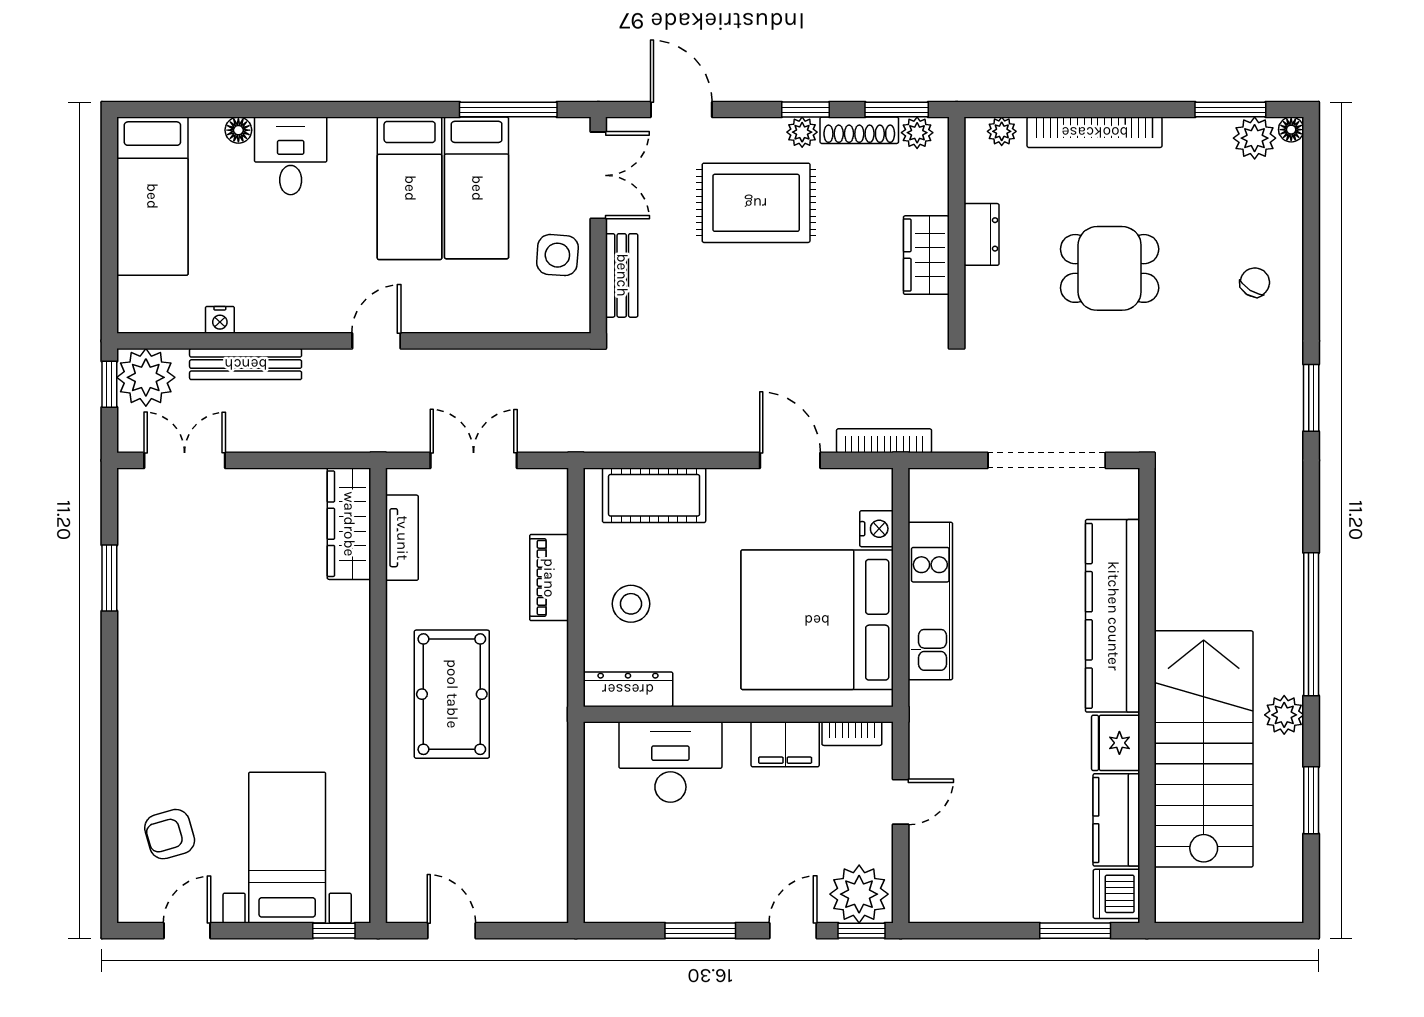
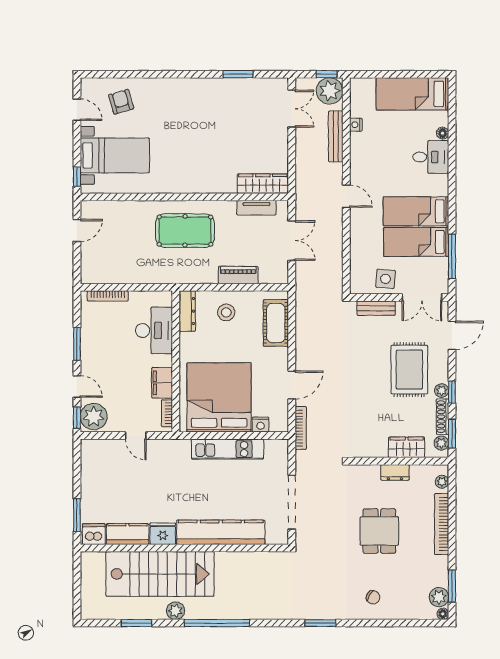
wardrobe: (926, 255) -> (407, 447), moved
bookcase: (595, 864) -> (108, 296), added

